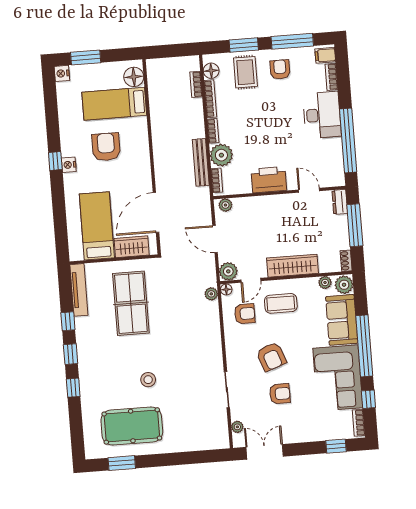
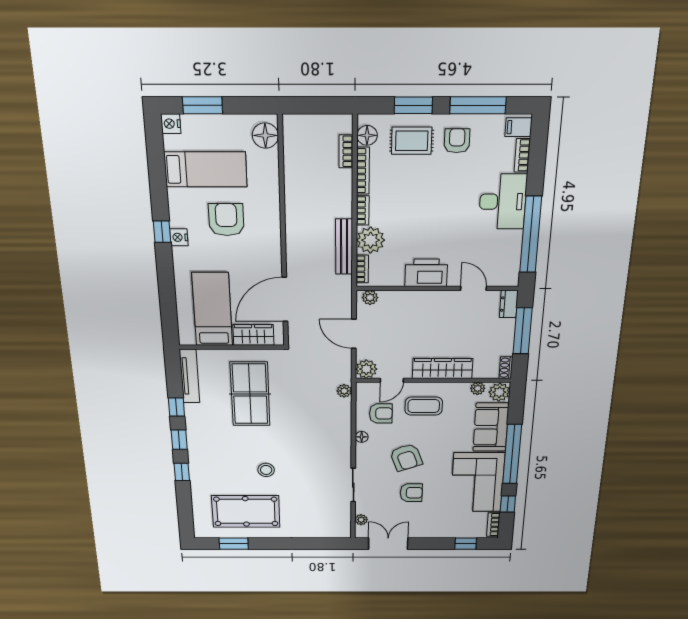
rug: (245, 72) -> (412, 141), turned 90
bed: (114, 104) -> (206, 169), moved, turned 180
floor lamp: (226, 290) -> (362, 437), moved

